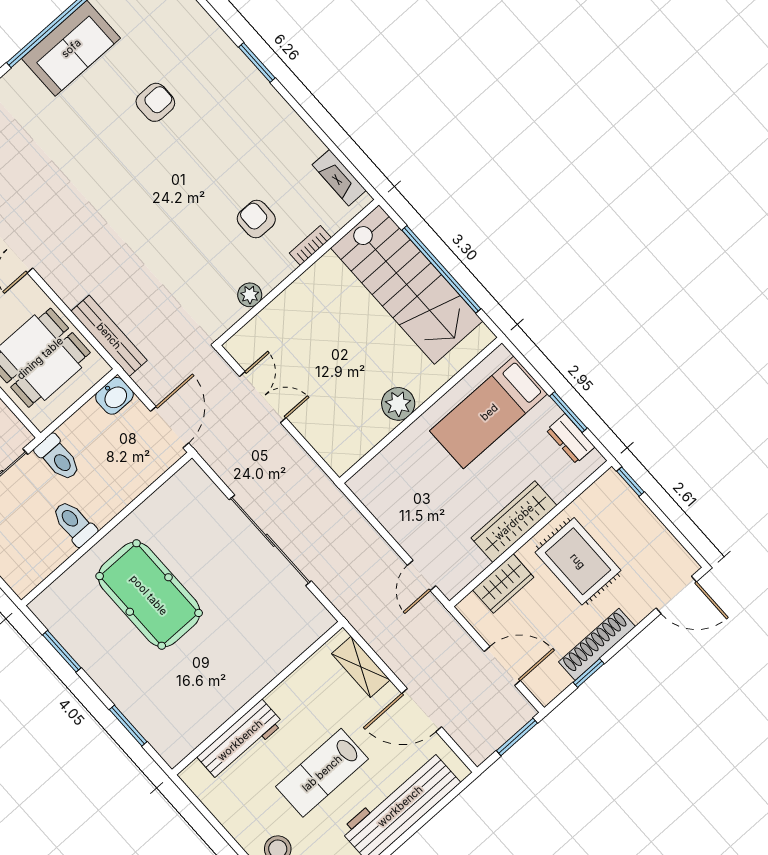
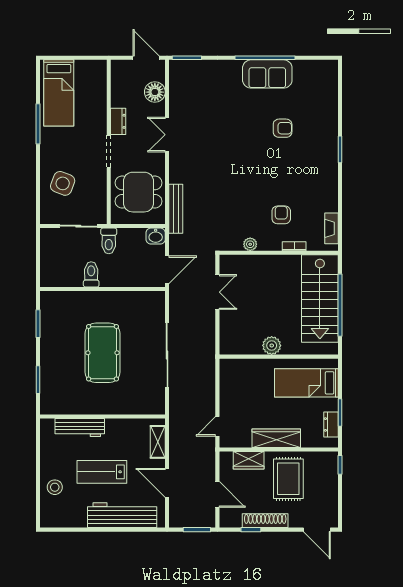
pool table: (149, 595) -> (102, 353), moved

